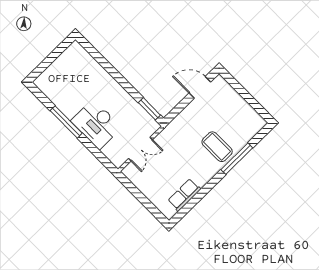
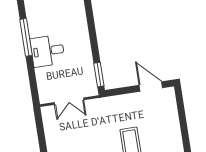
desk: (96, 124) -> (48, 51), width x0.73

